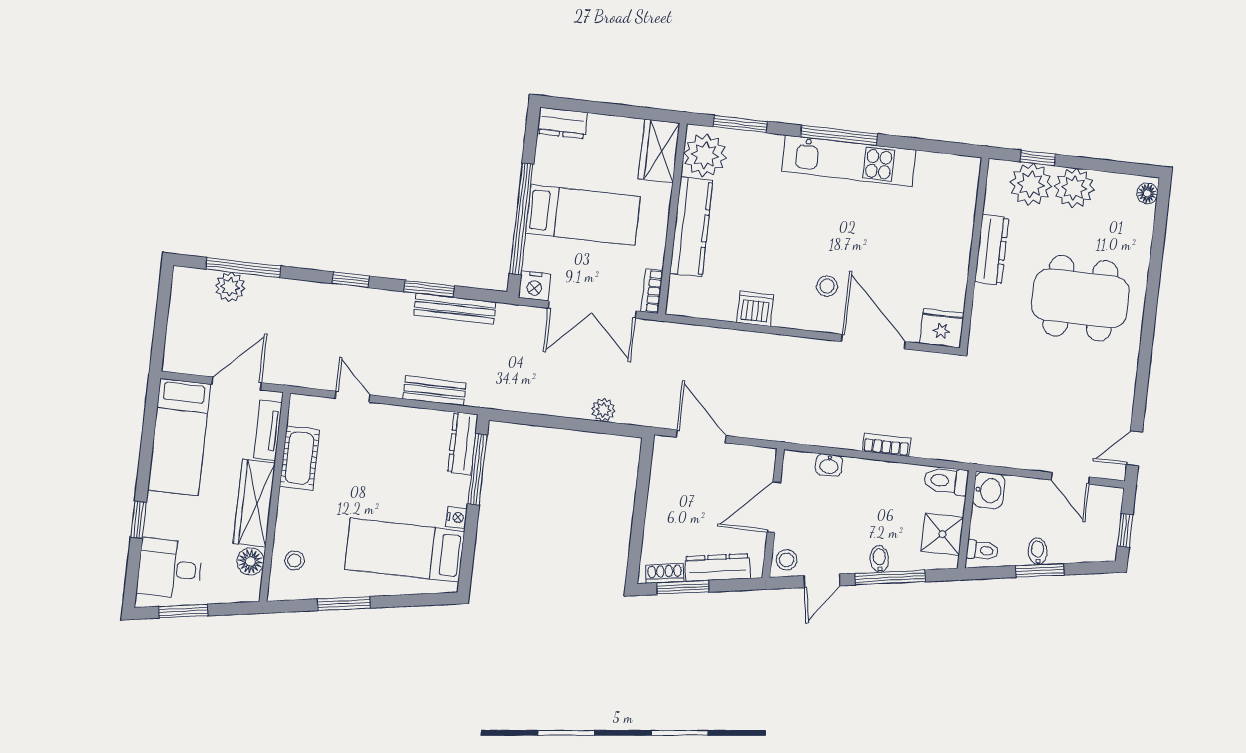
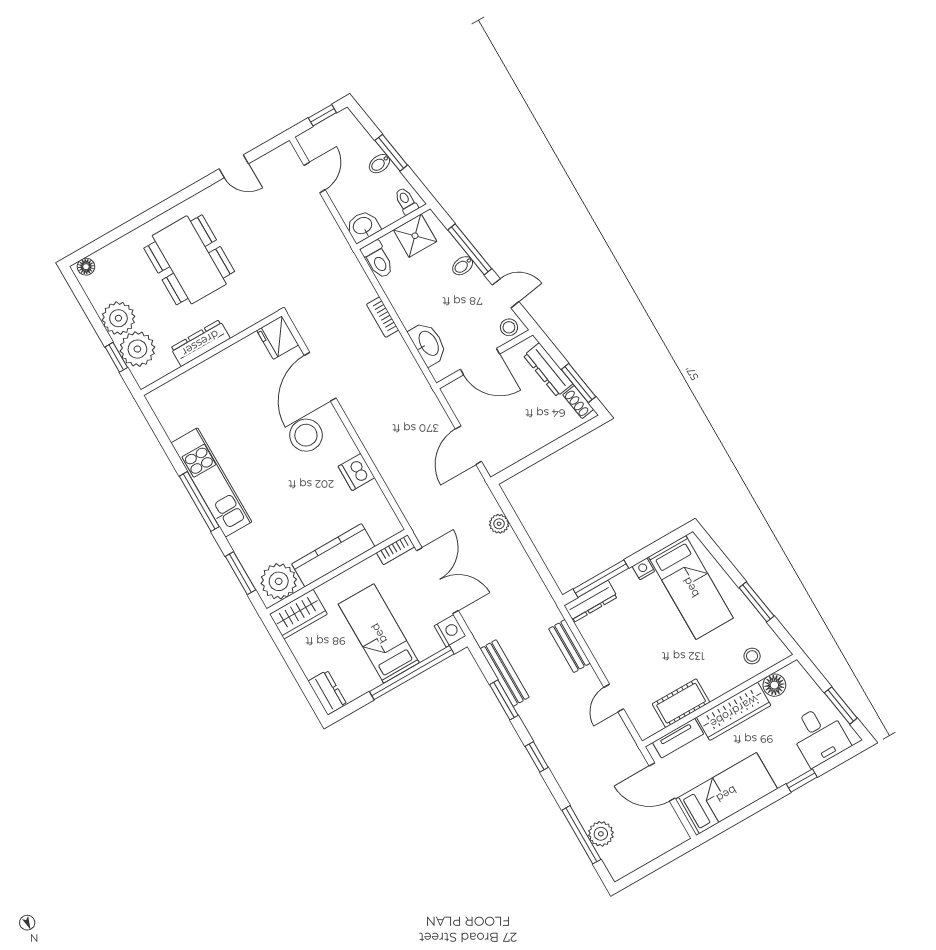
stool: (827, 286) -> (306, 435), width x1.89, depth x1.89
door: (1134, 448) -> (234, 166), moved
washbasin: (829, 465) -> (428, 344), width x1.91, depth x1.45

